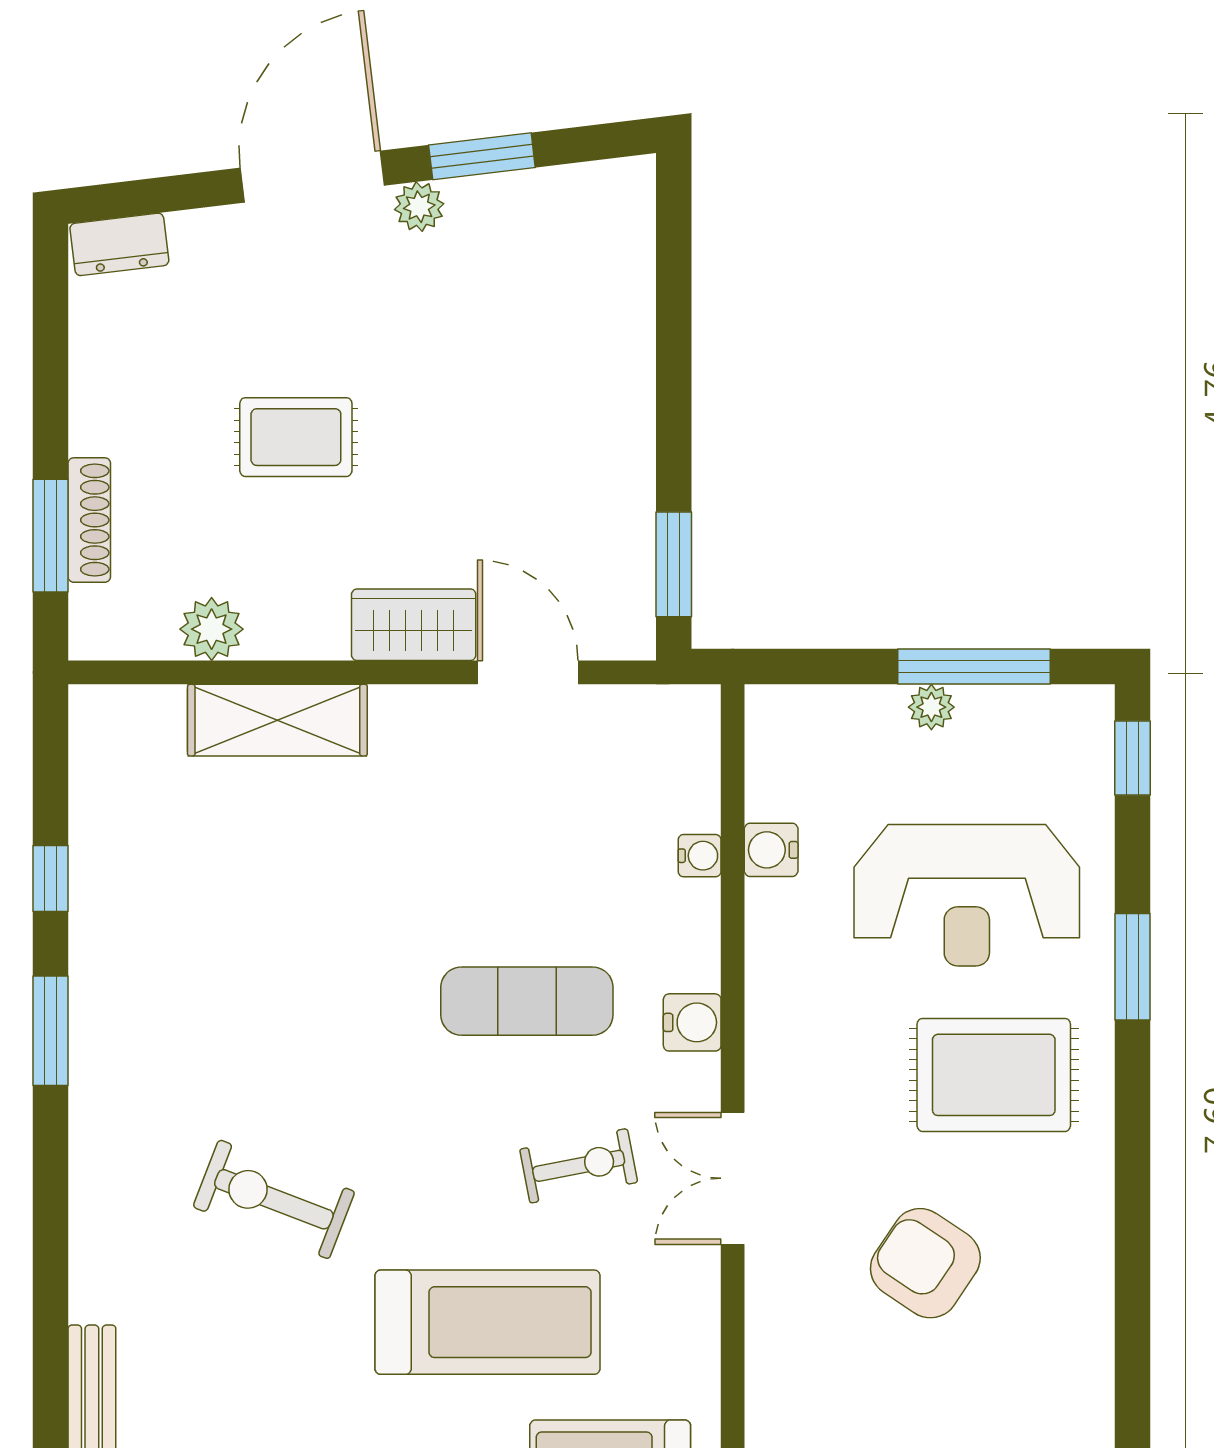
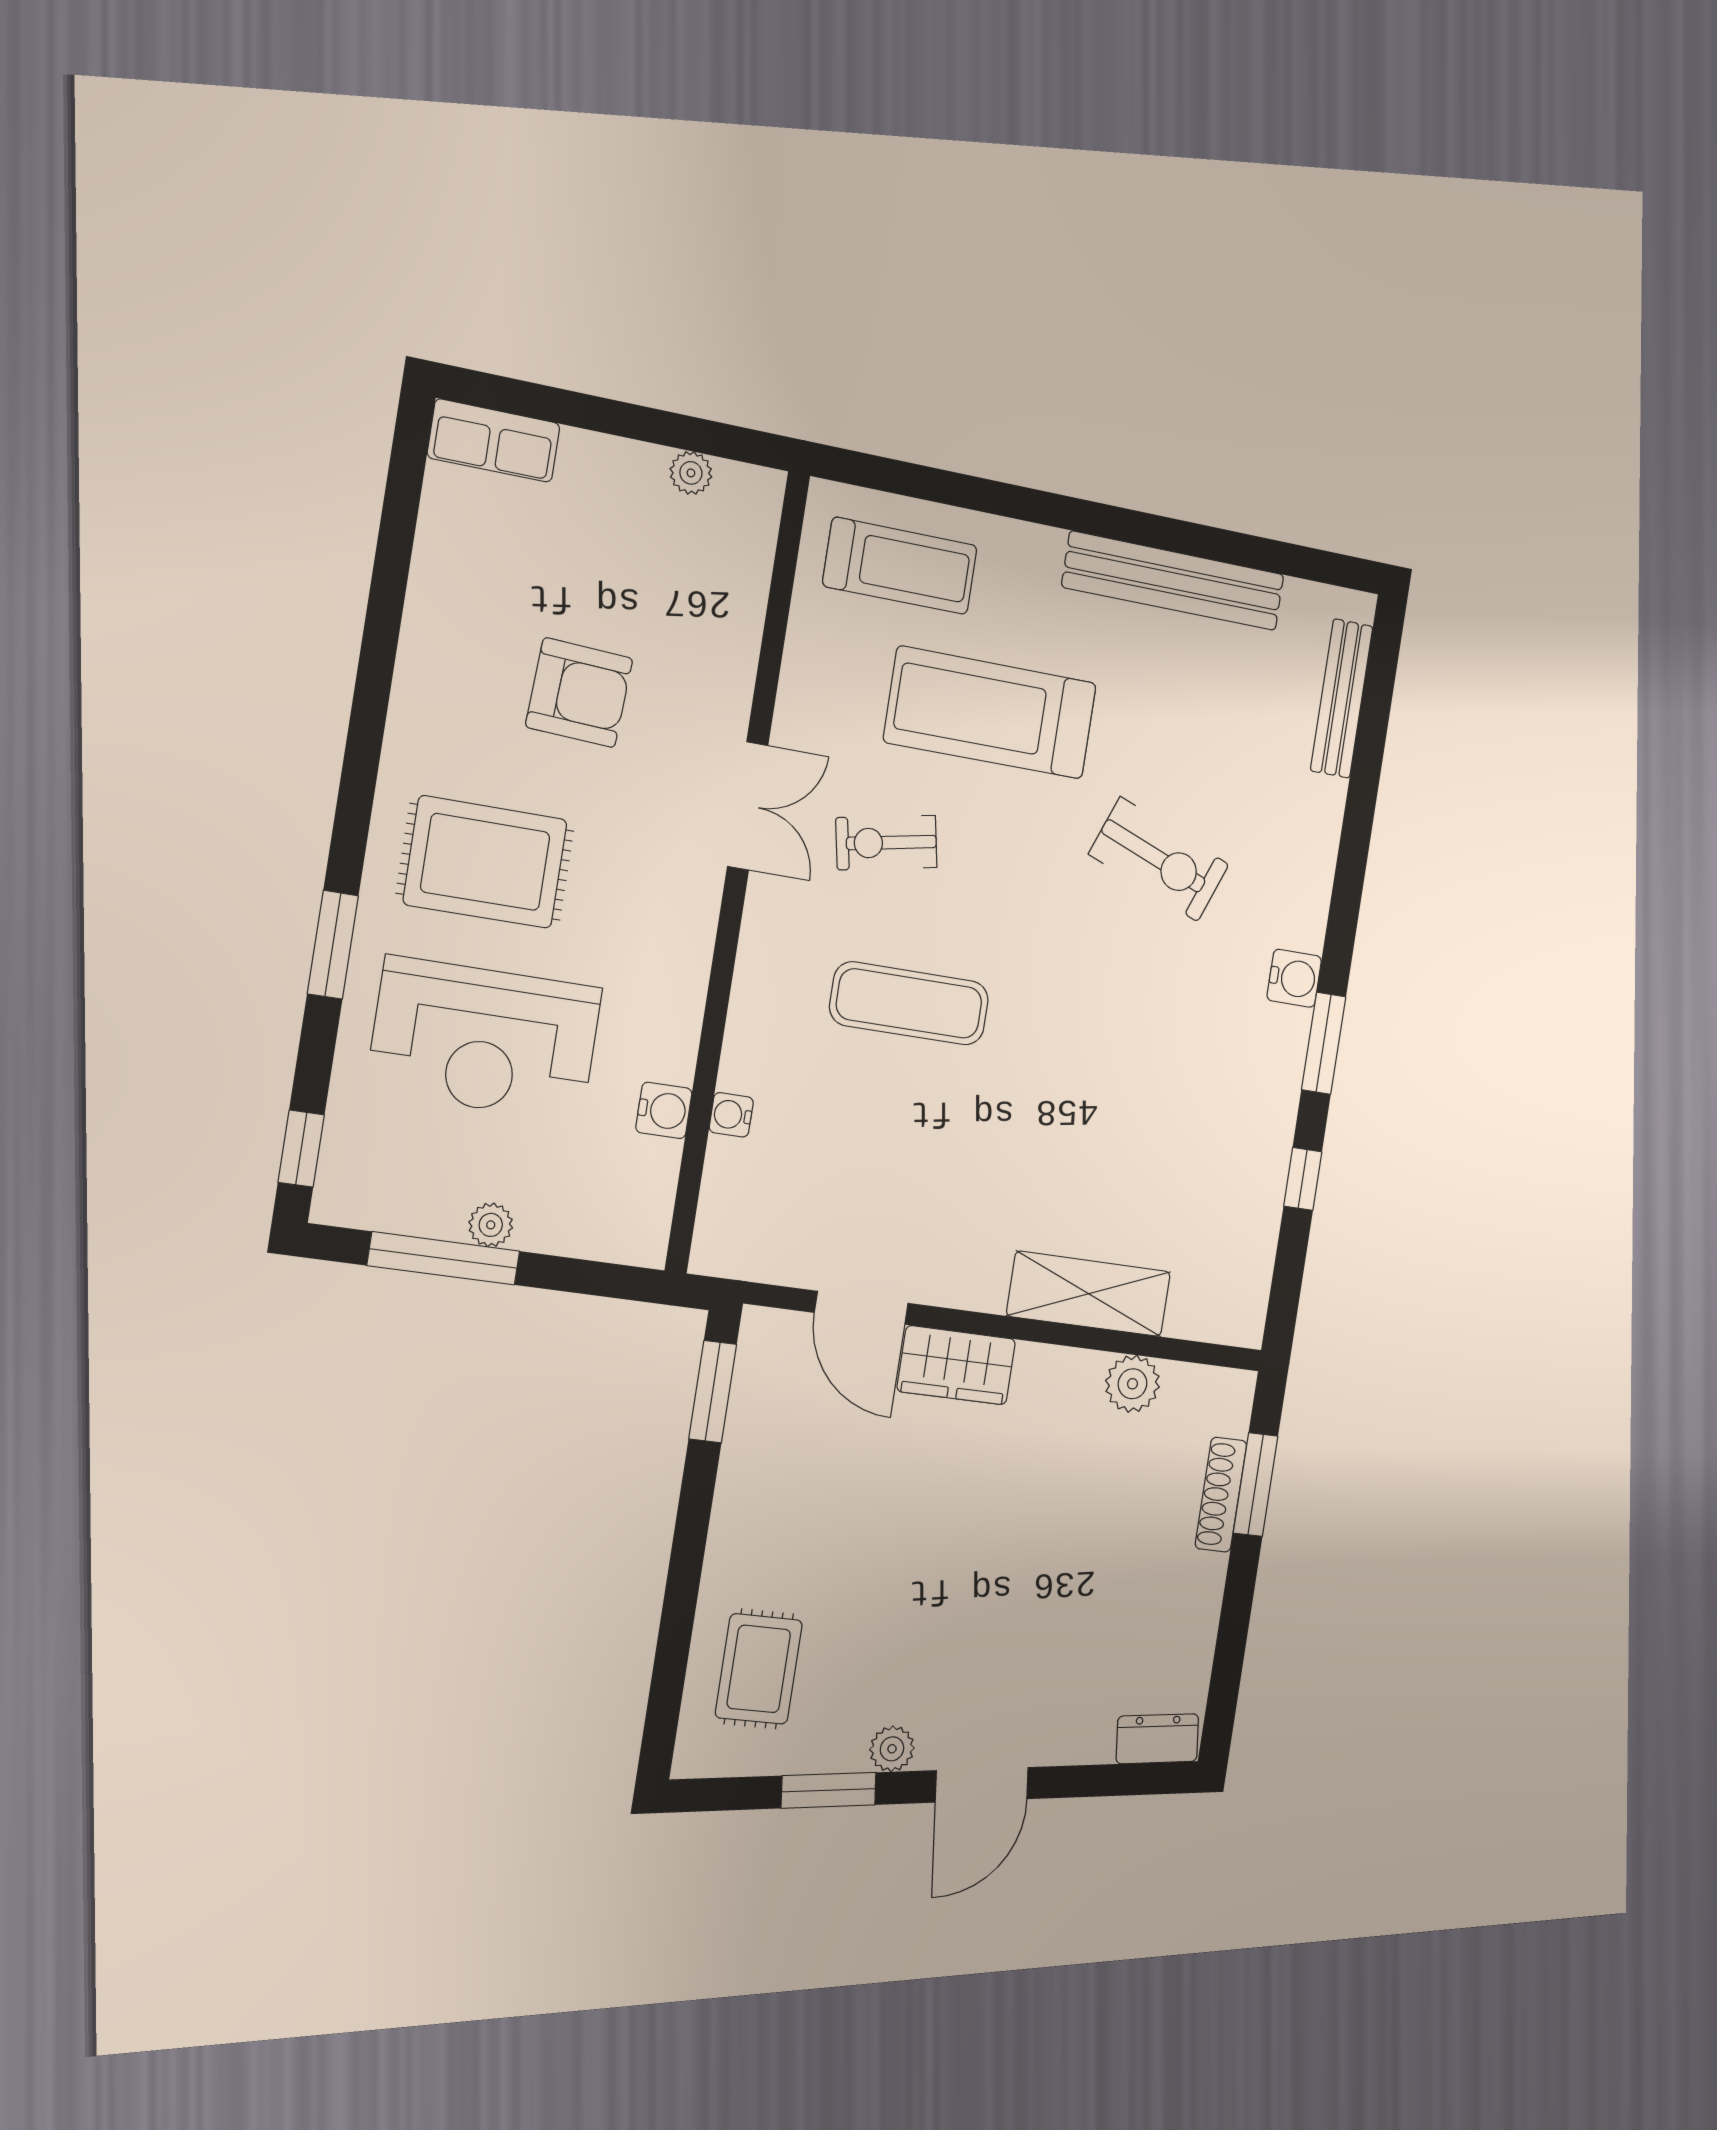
door: (312, 177) -> (982, 1785), width x0.73
rug: (296, 437) -> (759, 1669), moved, turned 90
reception desk: (967, 895) -> (485, 1039), turned 180
water cooler: (692, 1022) -> (1294, 978), moved, turned 180
armchair: (925, 1263) -> (579, 693), turned -31

